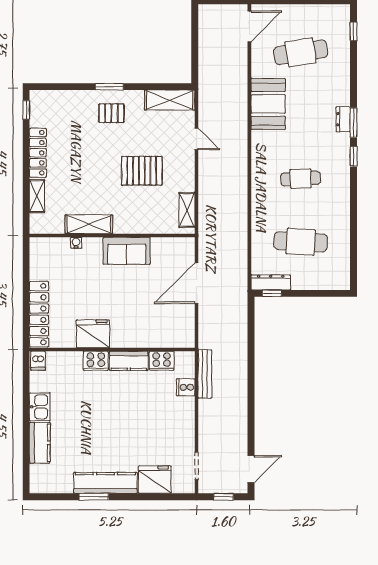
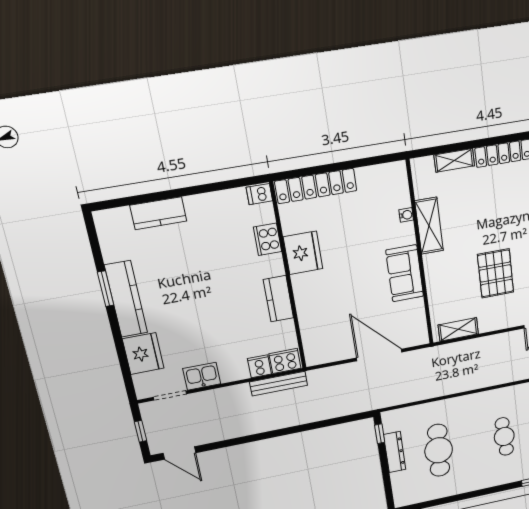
dresser: (271, 282) -> (395, 452), moved
cooker: (96, 361) -> (268, 239), moved
cooker: (162, 361) -> (285, 361), moved, turned 90
kitchen sink: (40, 407) -> (202, 376), moved, turned 180

